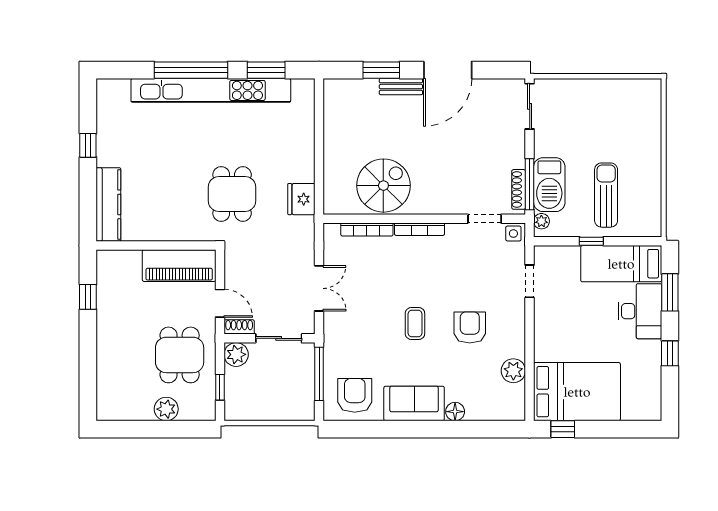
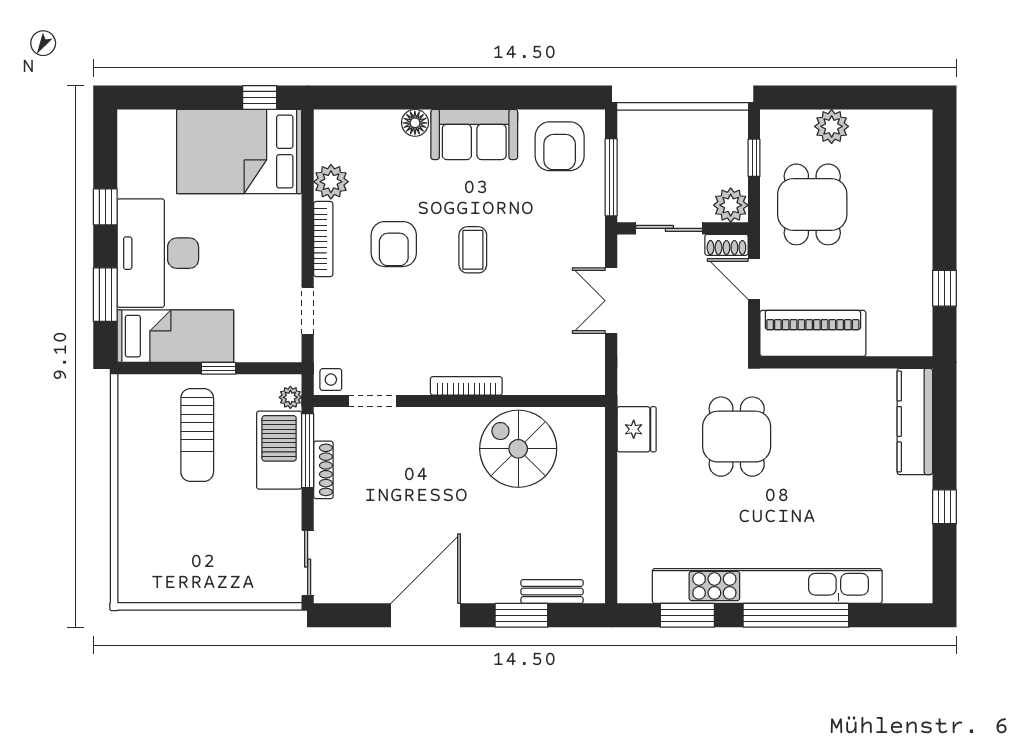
bench: (401, 87) -> (552, 592), moved
spiral stairs: (383, 186) -> (518, 449), turned 90
shoe rack: (519, 189) -> (323, 470), moved
bookcase: (367, 229) -> (323, 239), moved, turned 90
desk: (640, 311) -> (158, 253), width x1.36, depth x1.30

